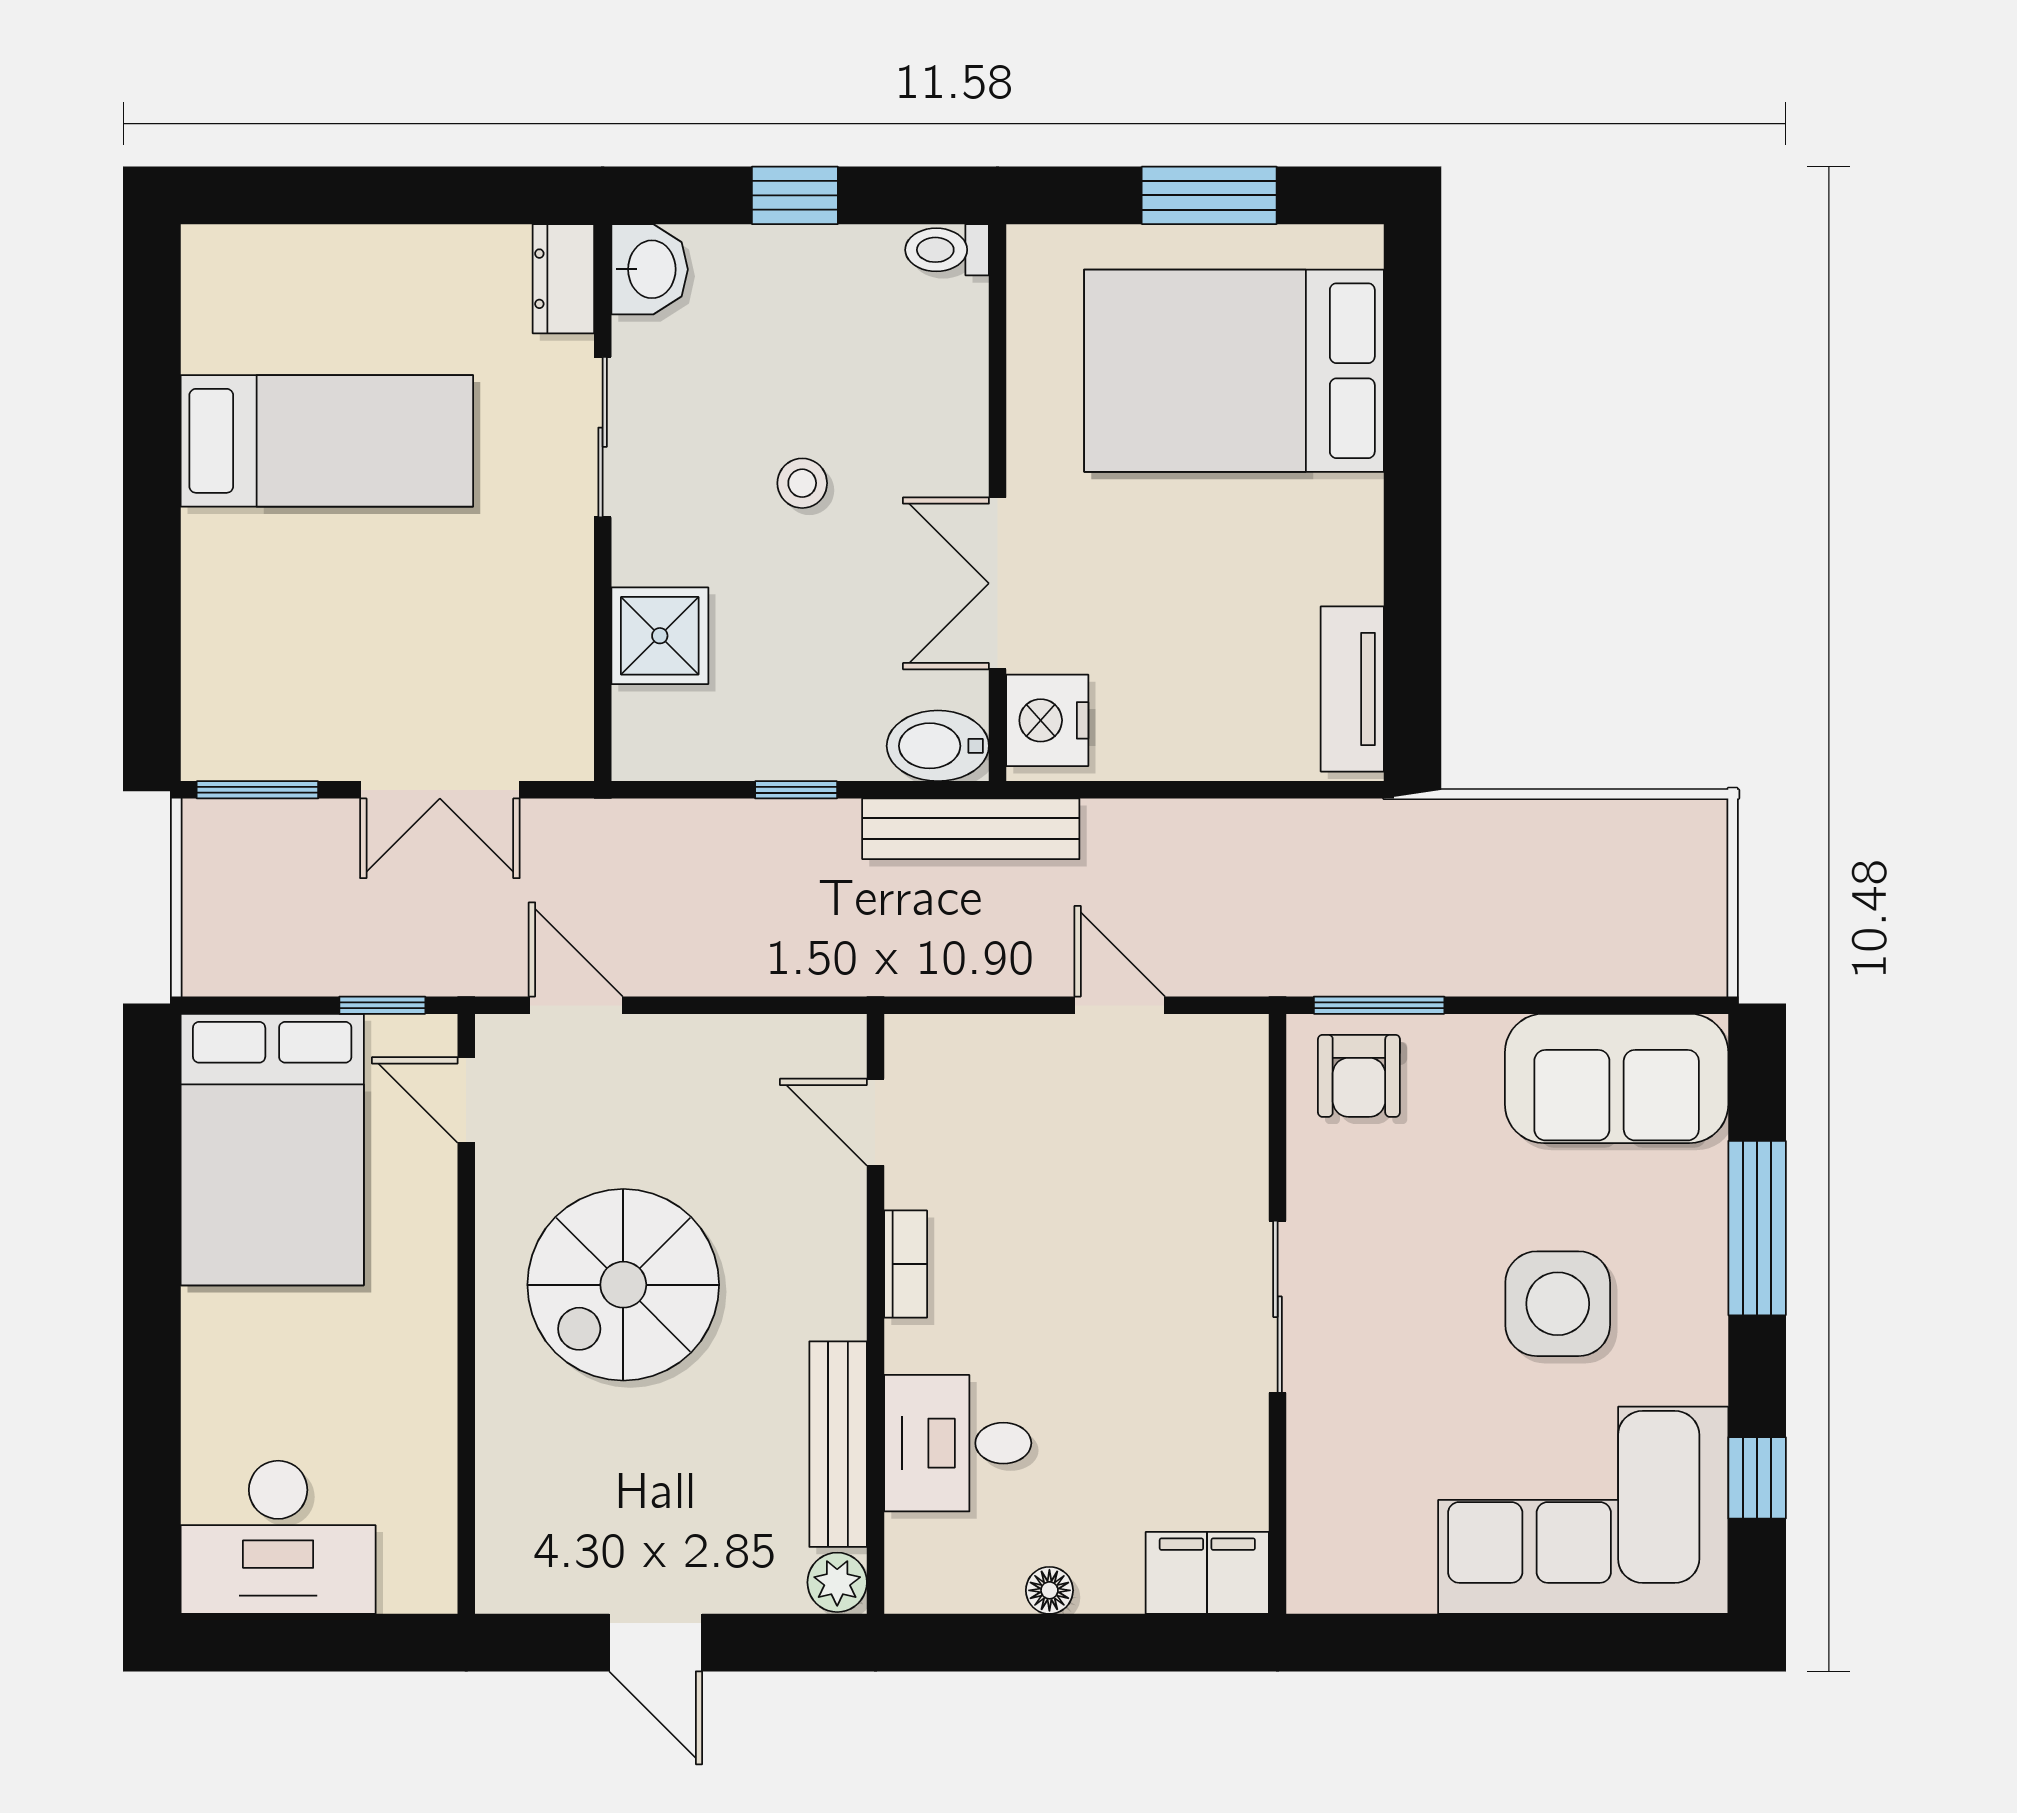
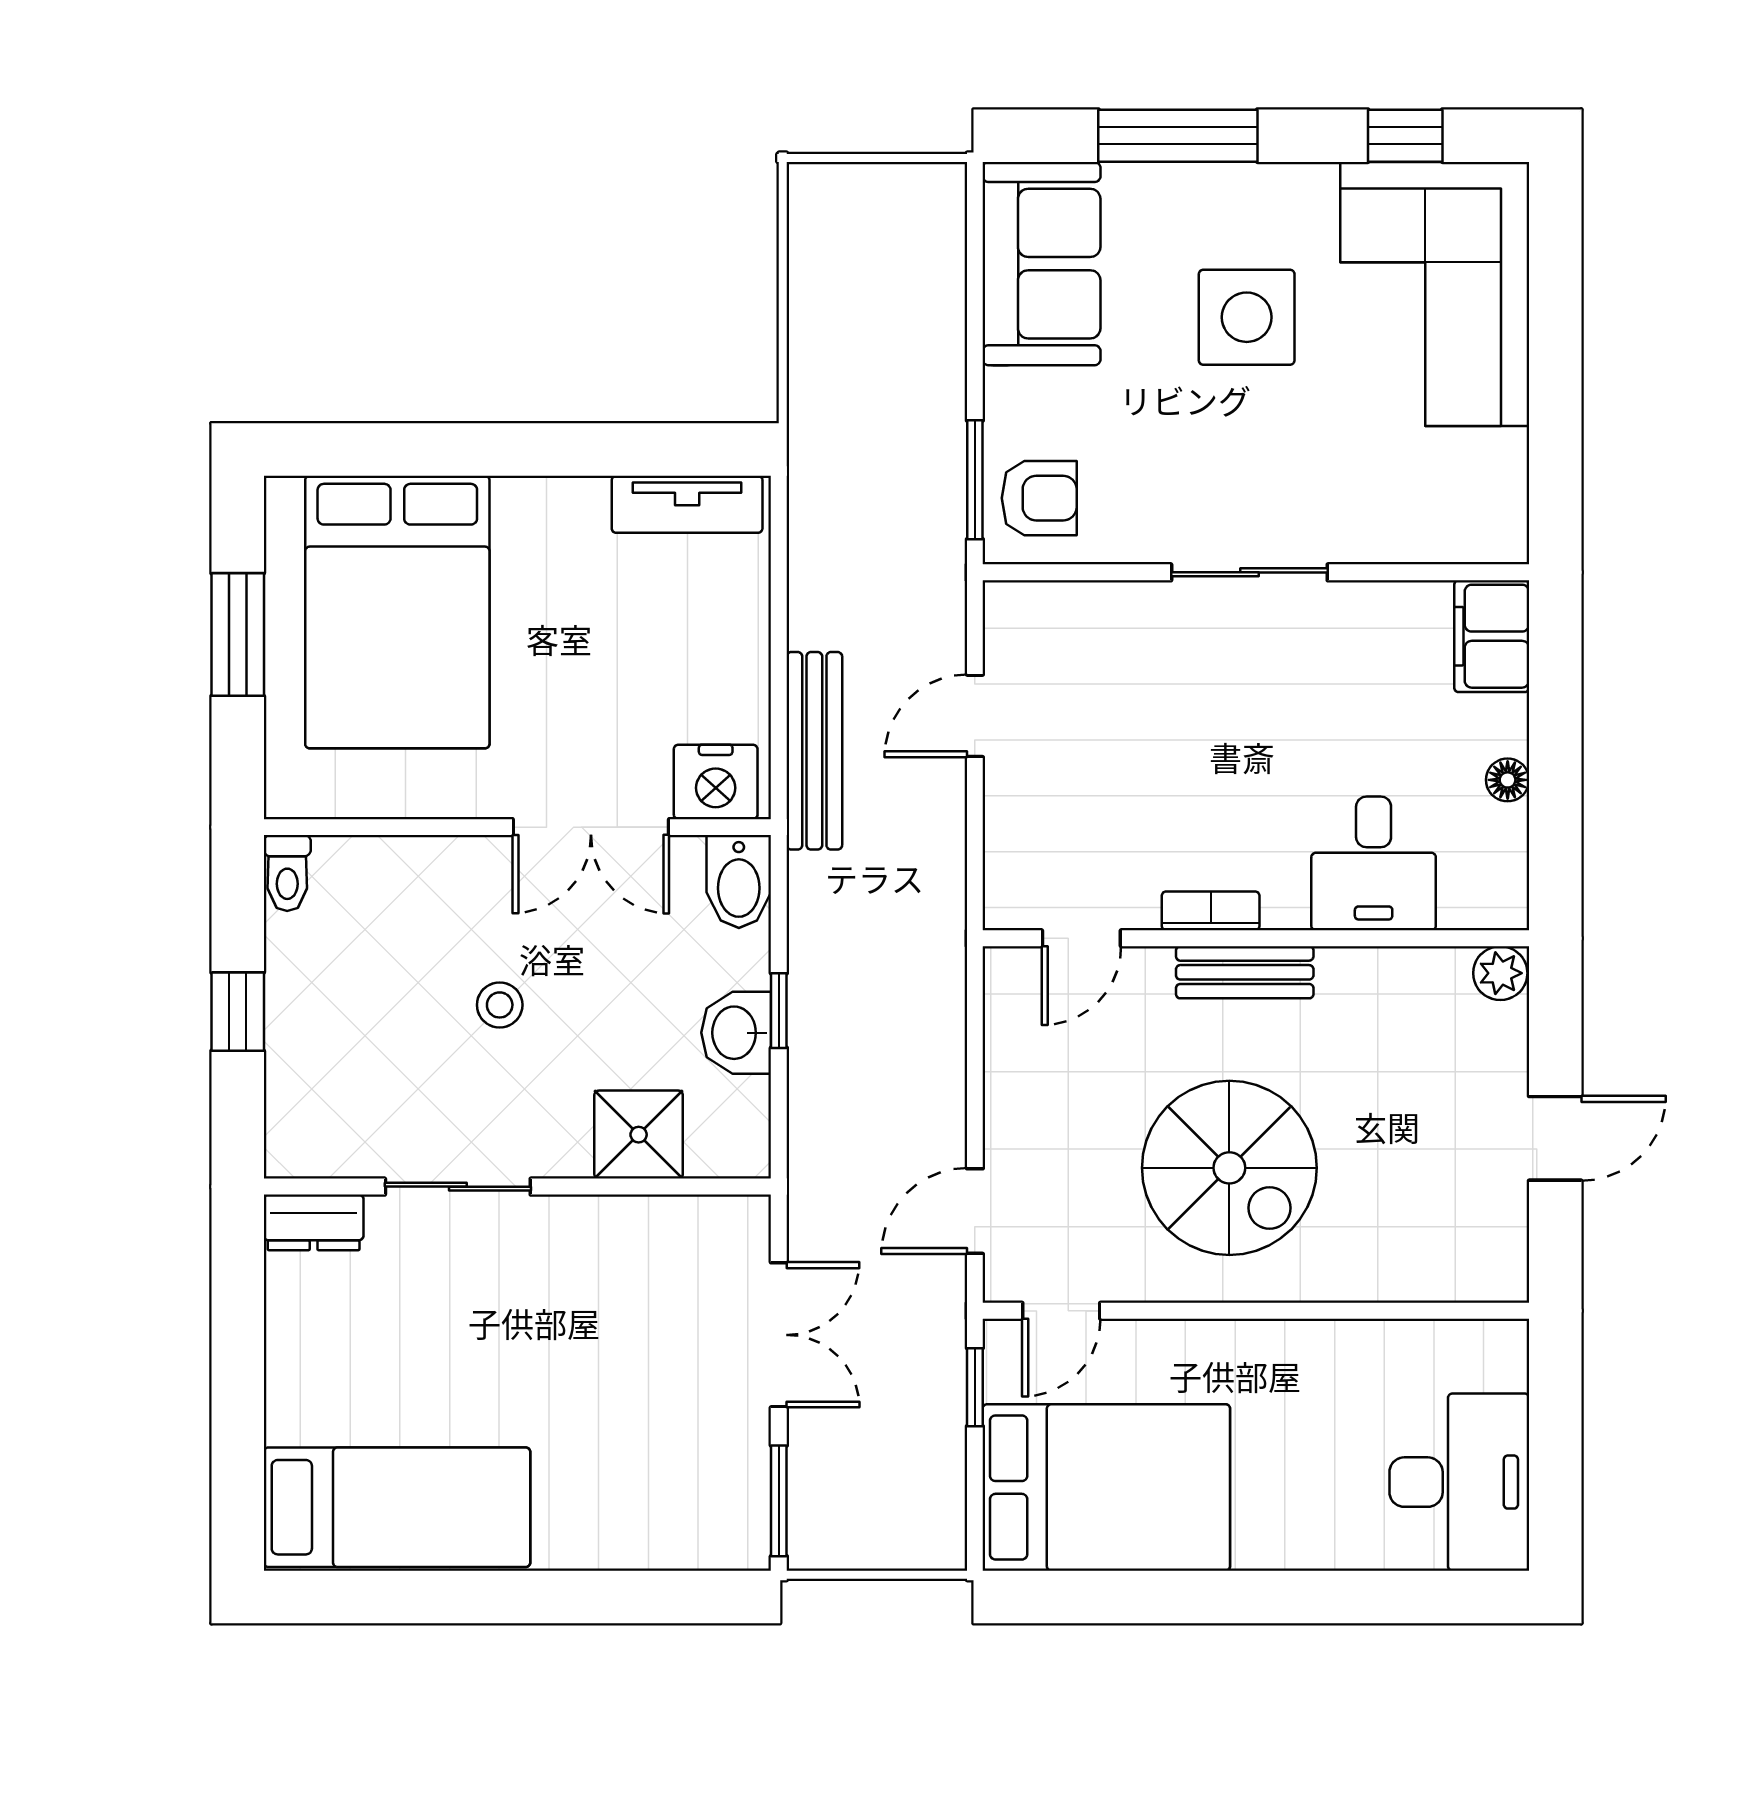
washbasin: (650, 269) -> (736, 1033), moved, turned -90
bed: (327, 441) -> (397, 1507), moved, turned 90
bench: (971, 829) -> (814, 751), moved
bench: (838, 1444) -> (1245, 972), moved, width x0.73

